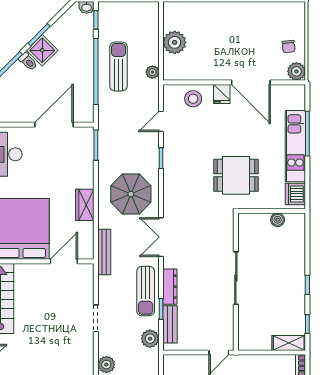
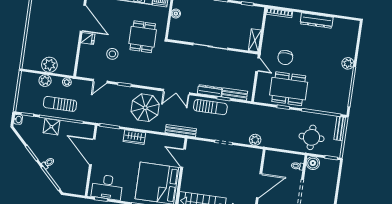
shower: (42, 50) -> (51, 127), moved, turned 45
door: (251, 82) -> (83, 18), hinge flipped
stool: (193, 99) -> (112, 54), moved
door: (161, 121) -> (100, 81), hinge flipped
wardrobe: (85, 205) -> (134, 137), moved
plant: (150, 339) -> (45, 81), moved
shelving: (289, 343) -> (255, 40), moved

